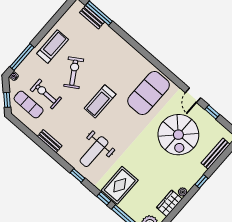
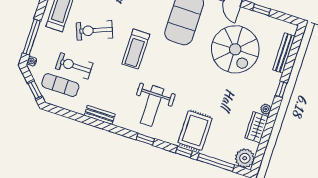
exercise bike: (74, 73) -> (94, 30), turned -80

